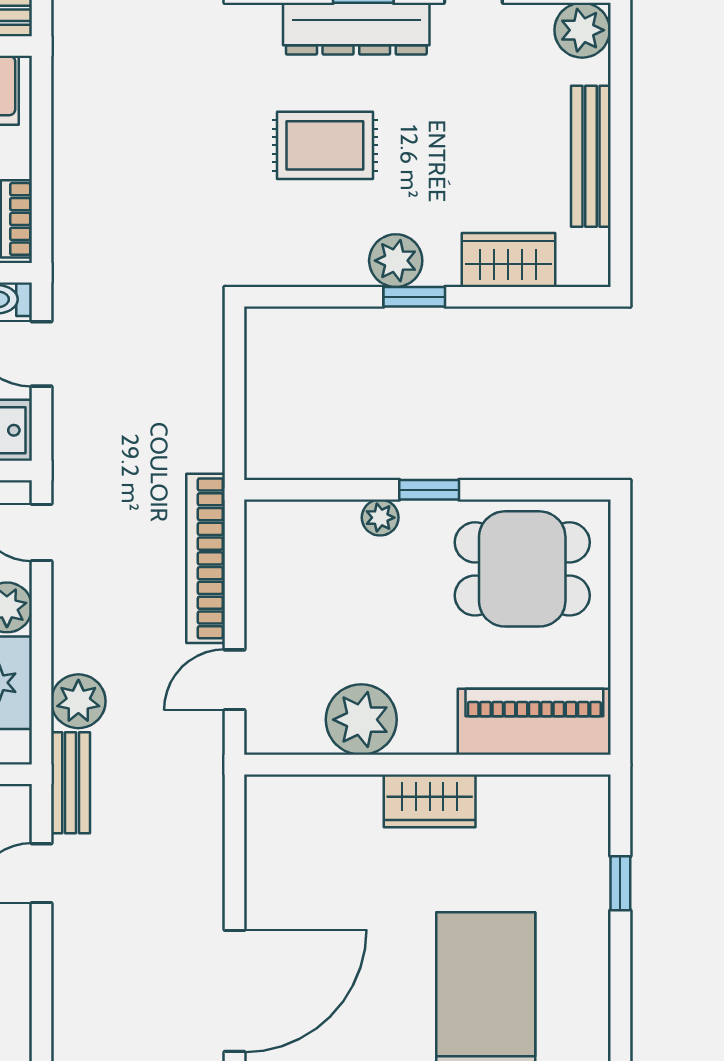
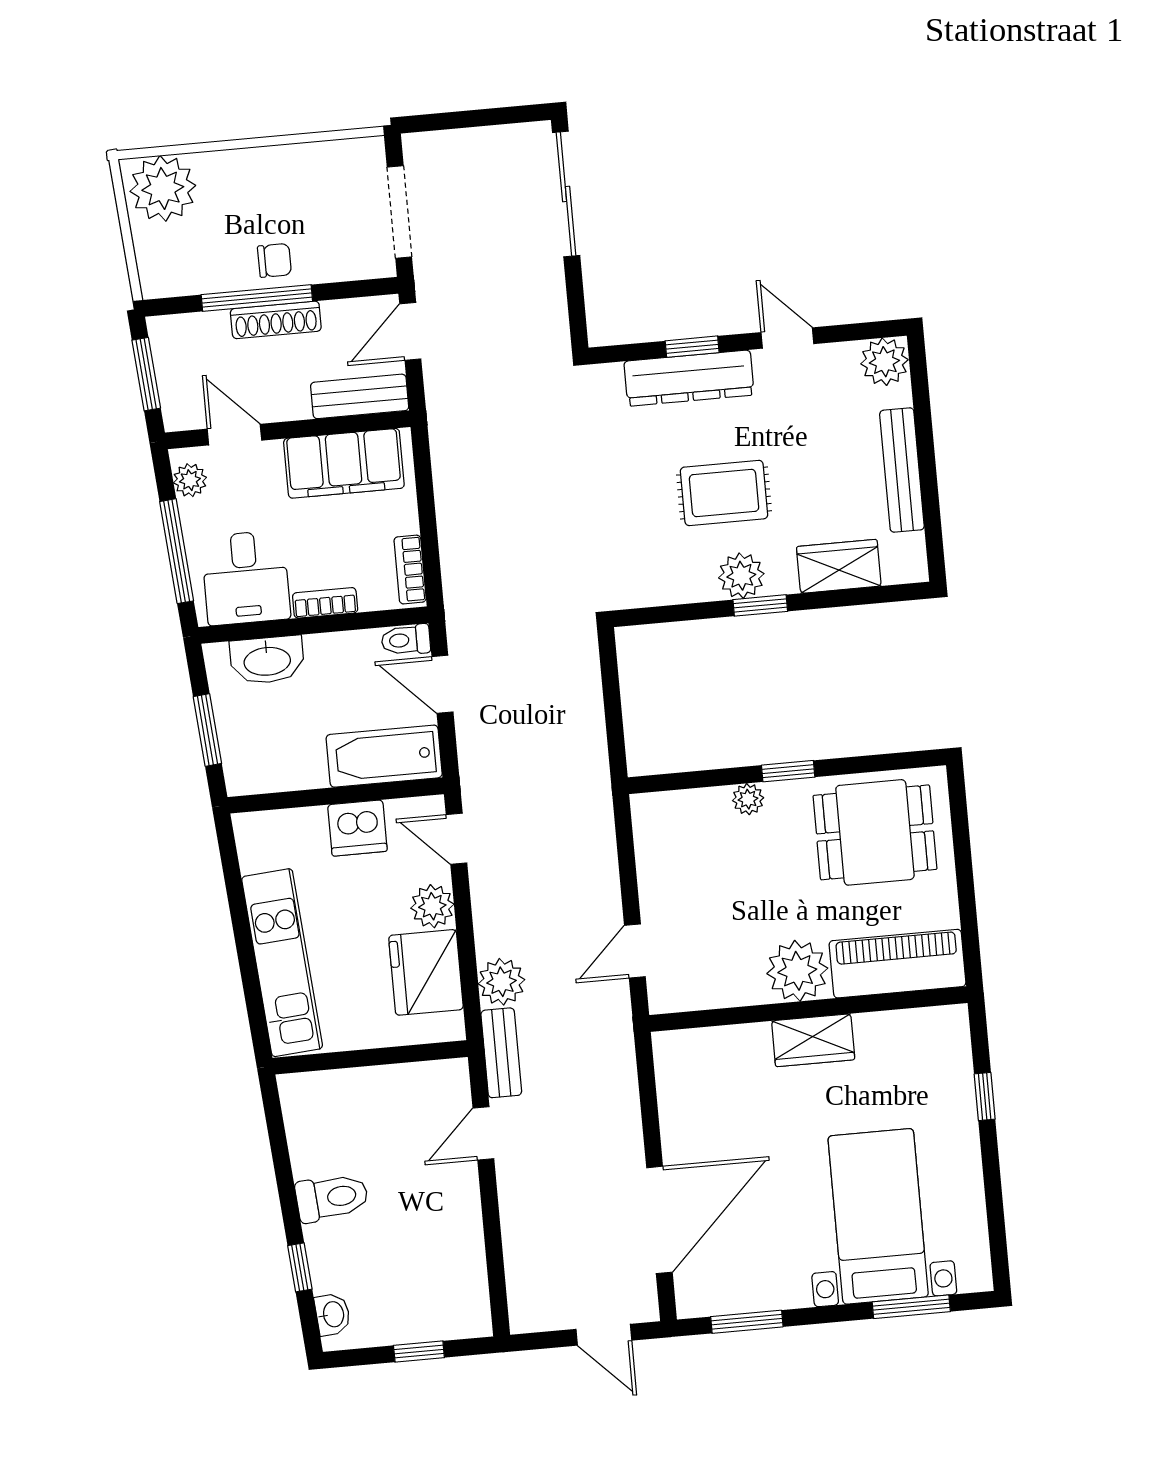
rug: (325, 145) -> (724, 493), moved
bookcase: (206, 558) -> (600, 848), removed
plant: (361, 720) -> (797, 971), moved

